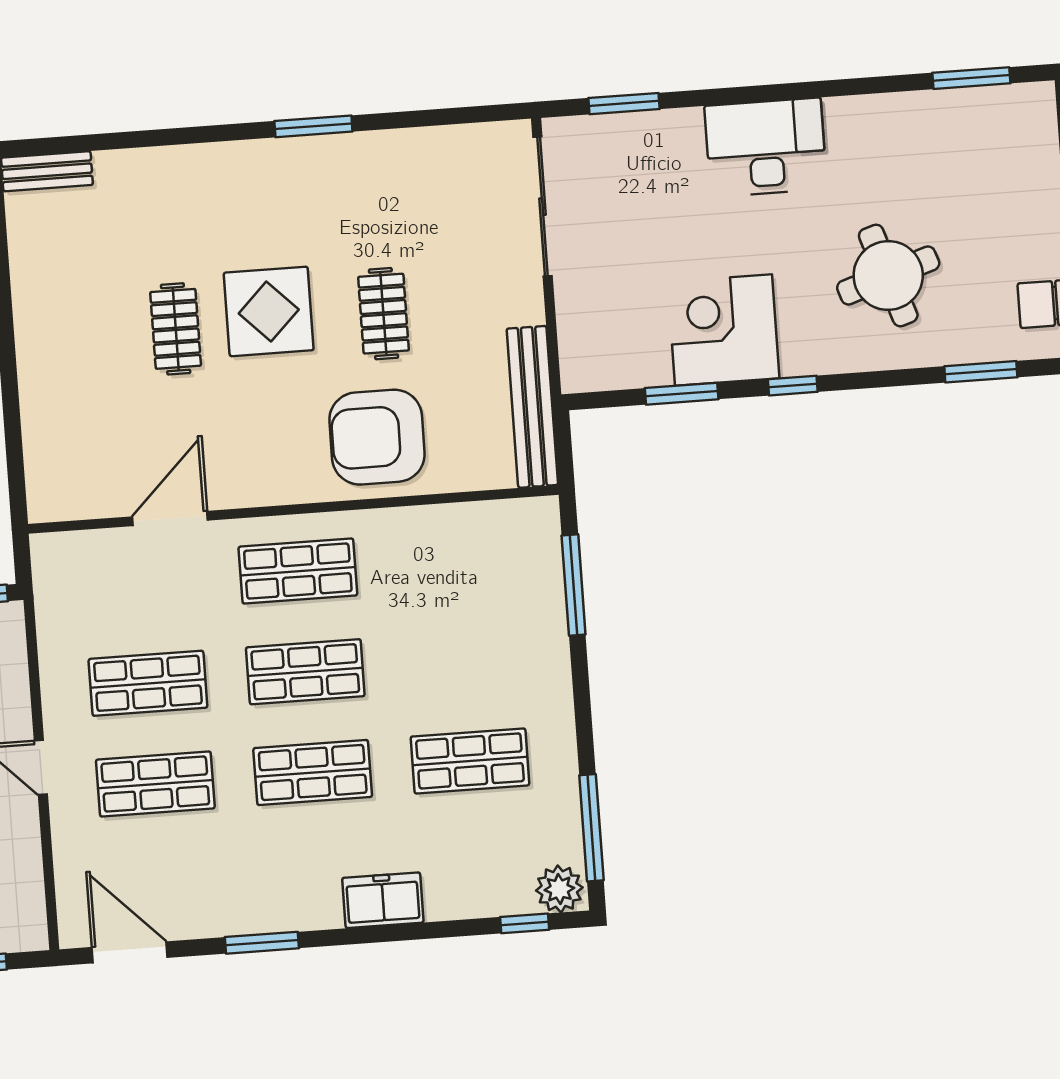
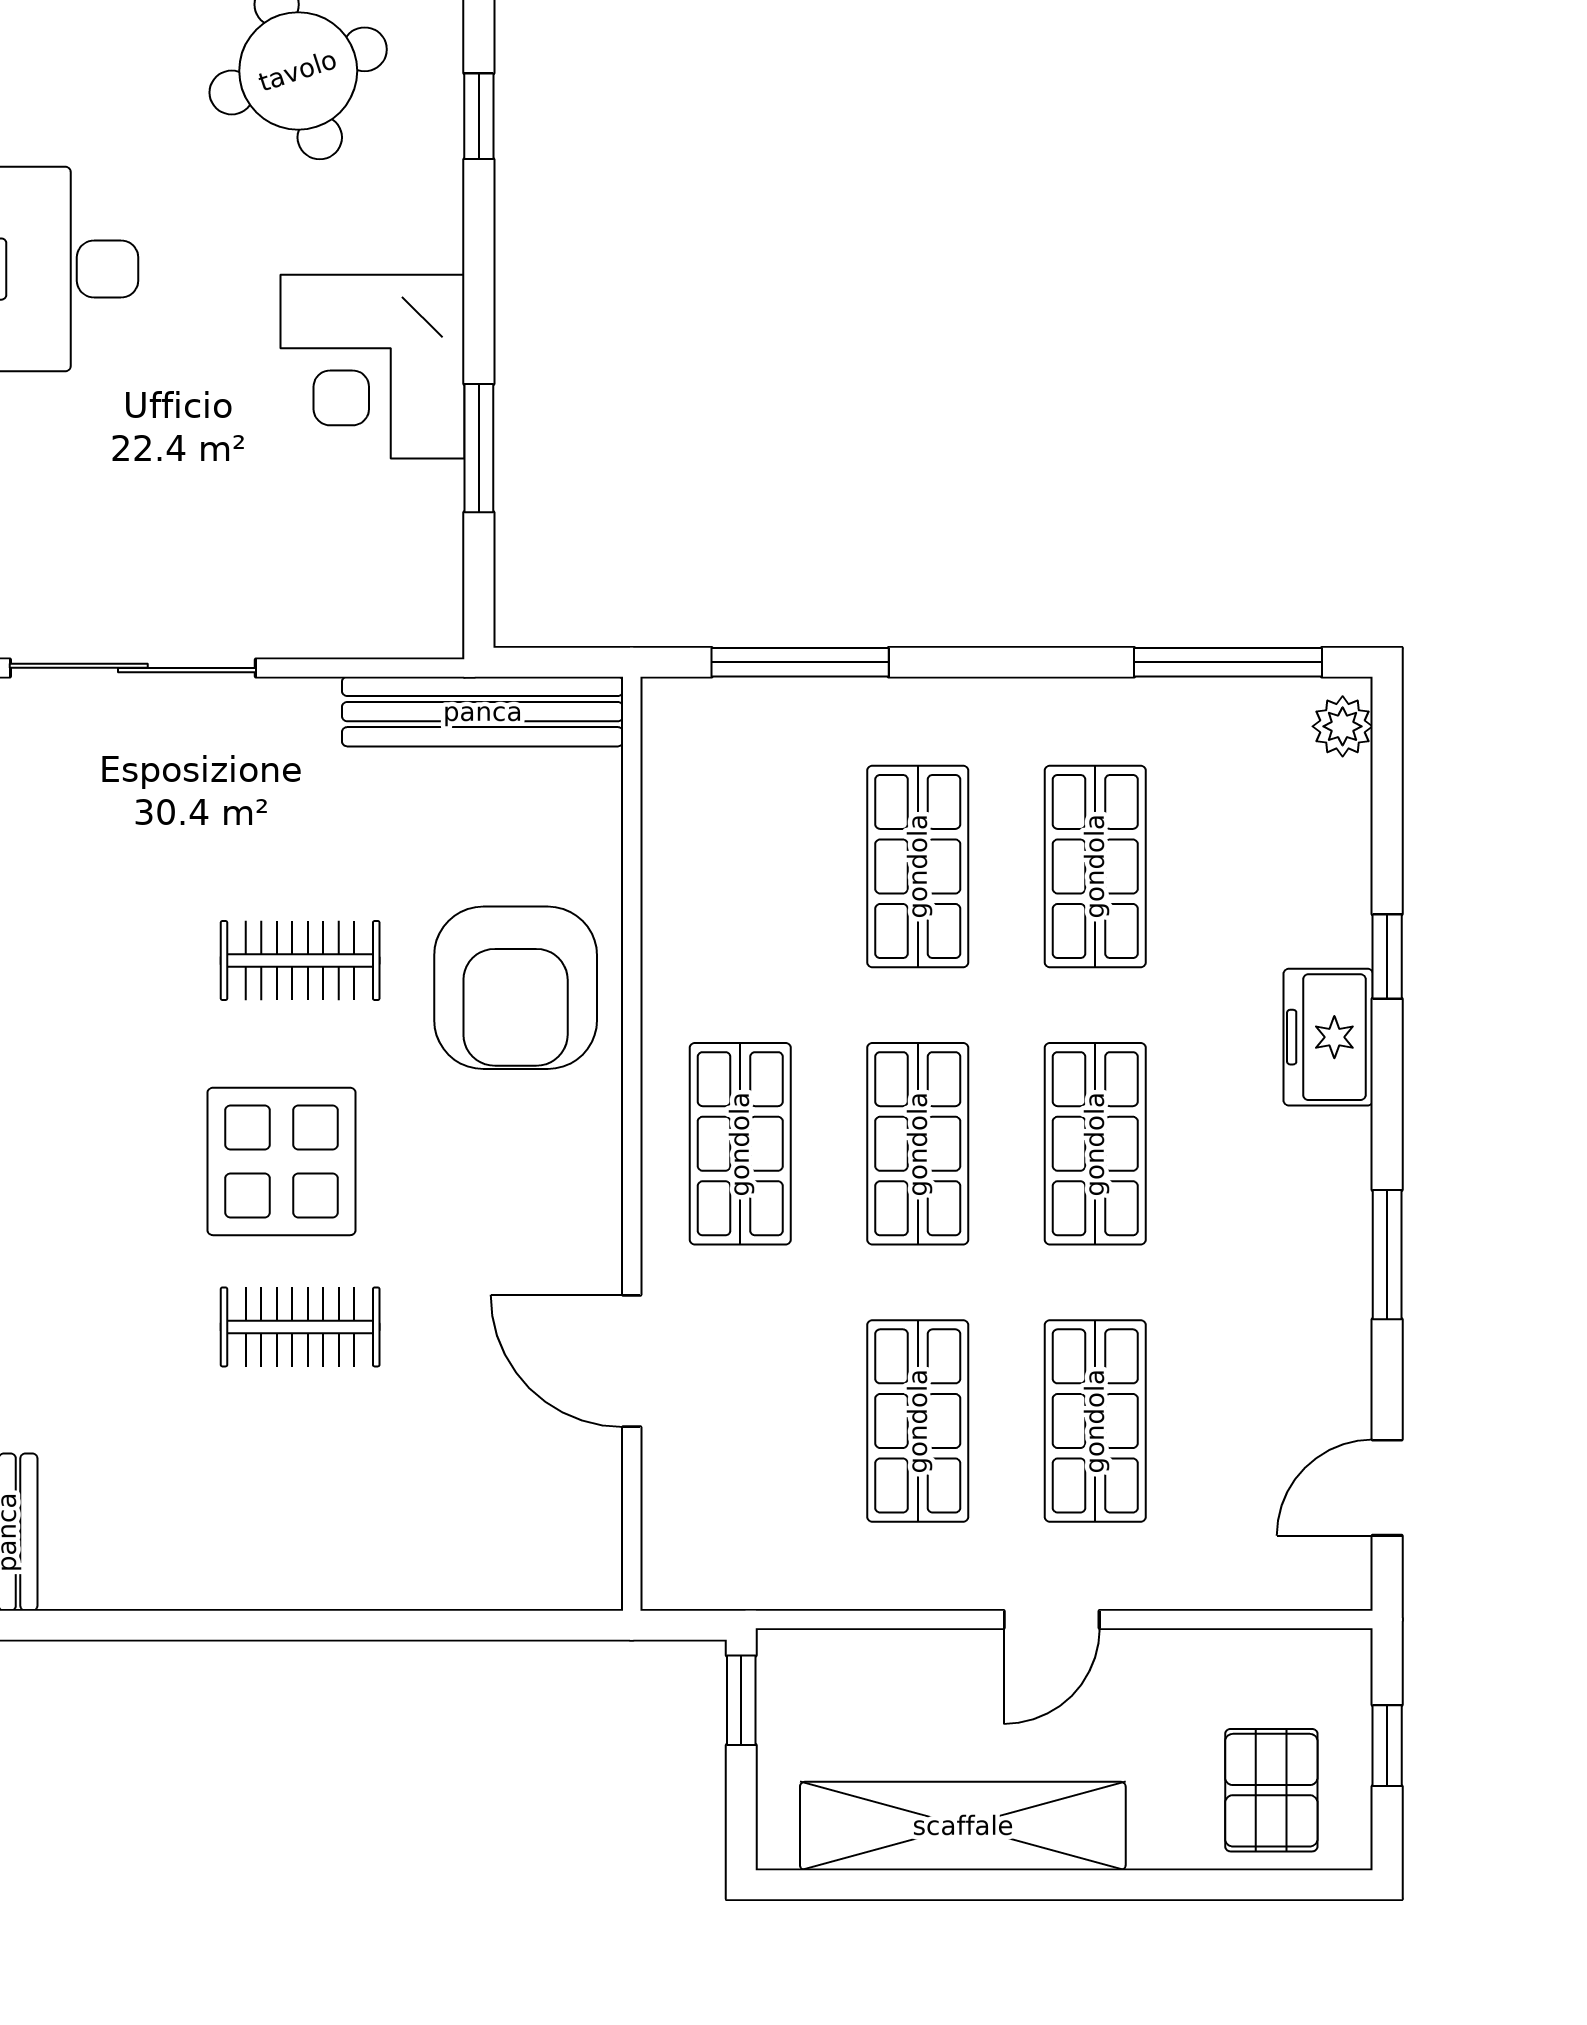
window: (793, 386) -> (479, 116), moved
shop shelf: (463, 660) -> (918, 866), added
plant: (559, 889) -> (1343, 726), width x0.73, depth x0.73
window: (525, 923) -> (1387, 956), moved
door: (130, 952) -> (1387, 1488), width x0.73

